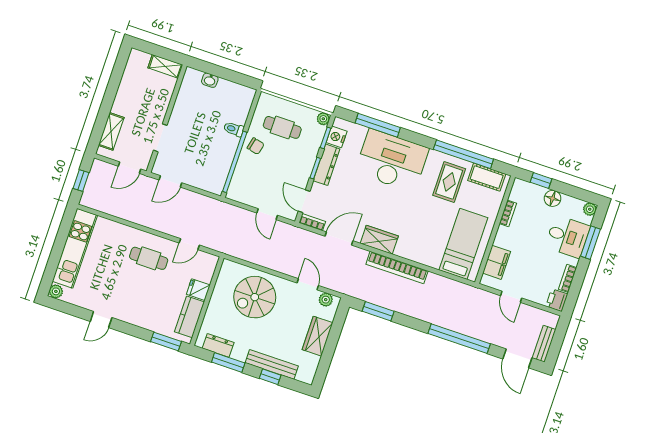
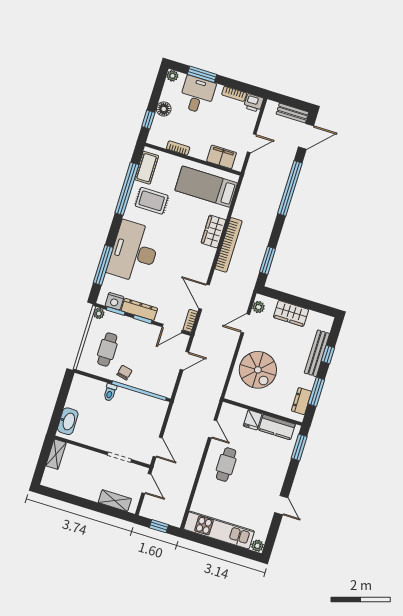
washbasin: (210, 80) -> (68, 421), width x1.91, depth x1.45
wardrobe: (379, 240) -> (213, 231), moved

